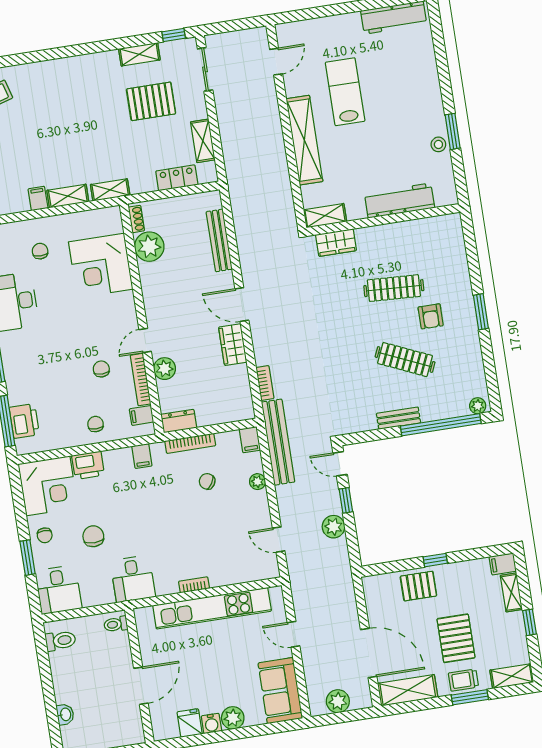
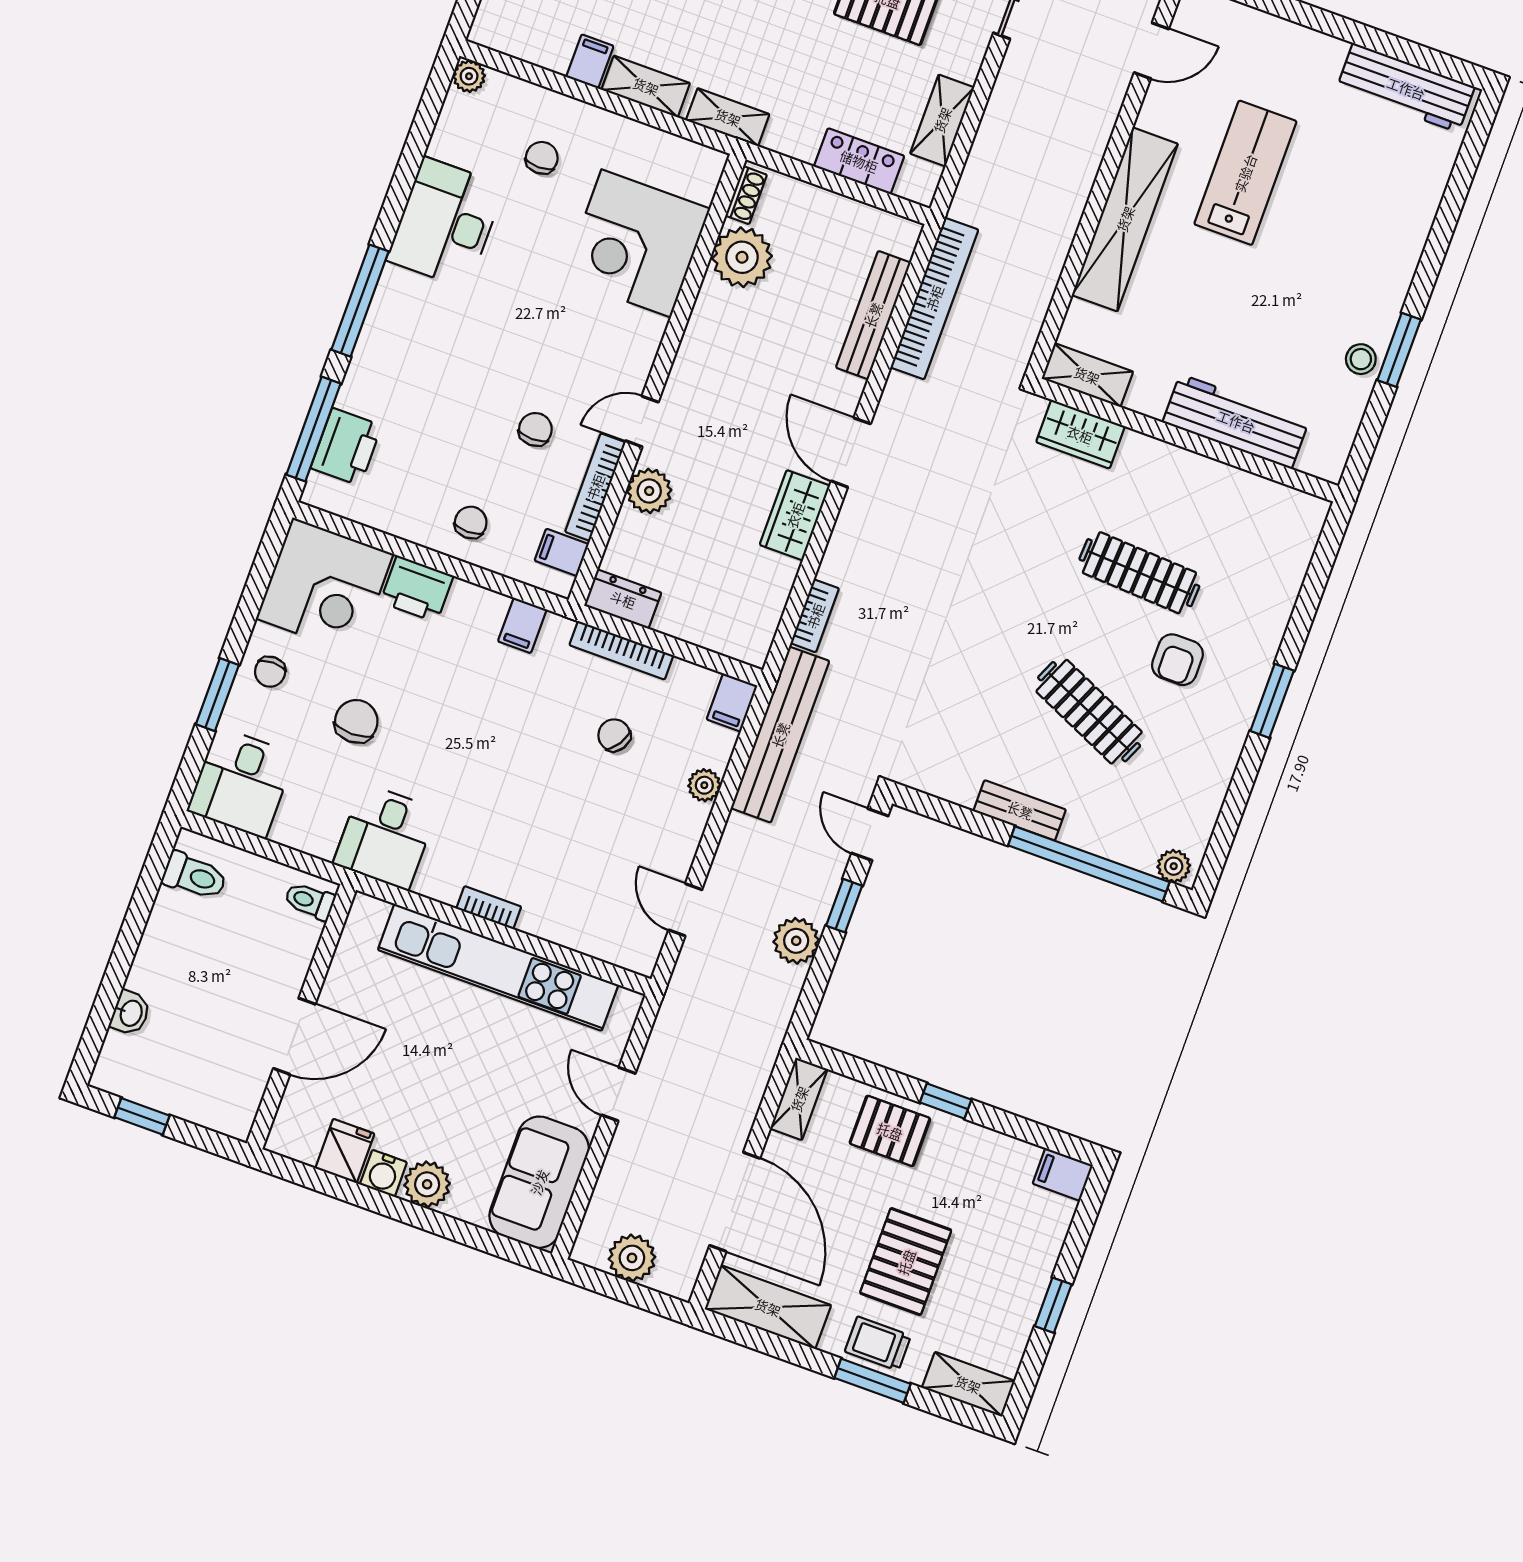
bookcase: (241, 219) -> (934, 298), added
shelving: (511, 592) -> (799, 1099), moved

